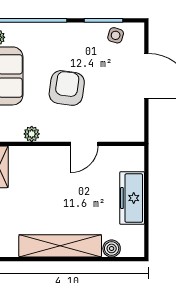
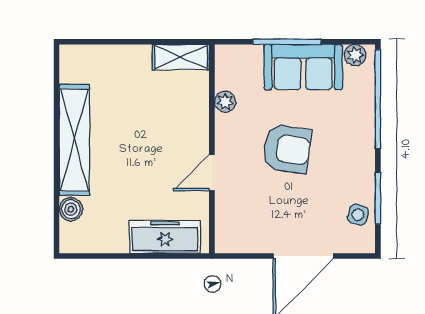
door: (84, 144) -> (212, 173), hinge flipped
freezer: (132, 198) -> (165, 237), moved

